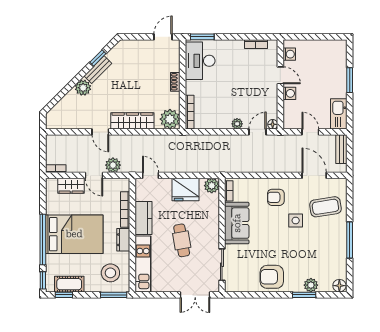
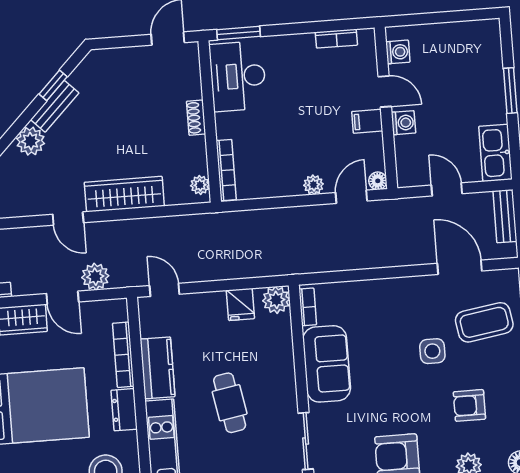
filing cabinet: (269, 91) -> (367, 121), added
plant: (170, 119) -> (200, 185), width x0.53, depth x0.53
fridge: (186, 189) -> (240, 304), width x0.53, depth x0.75
armchair: (276, 197) -> (469, 405), moved

